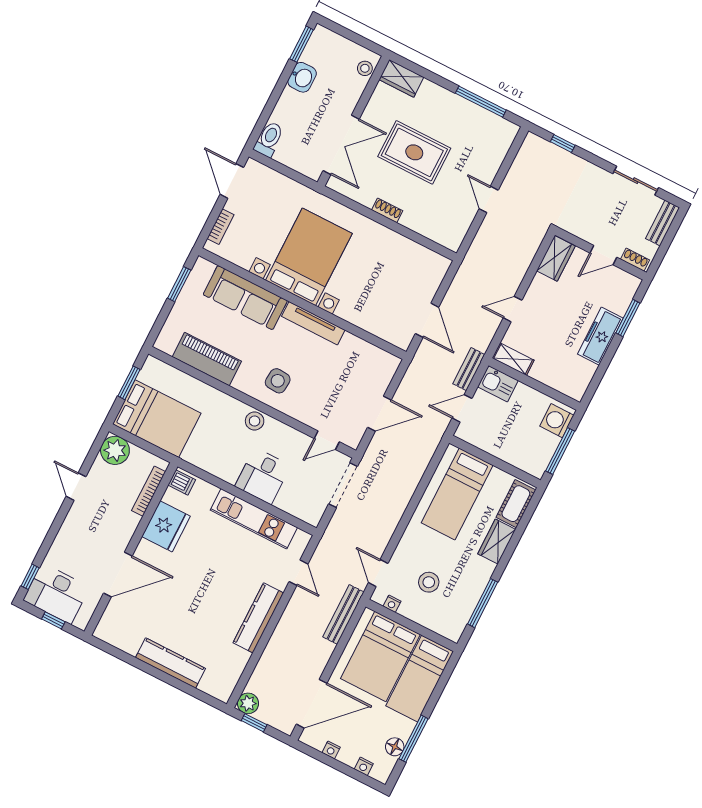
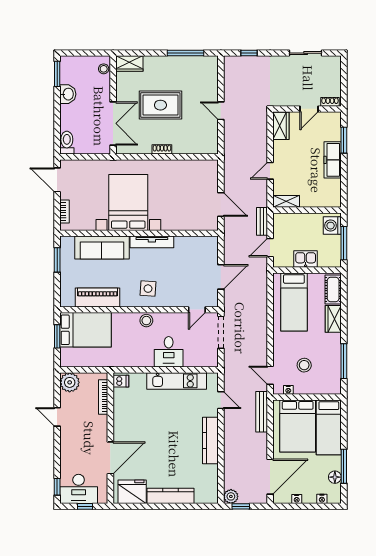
bench: (663, 223) -> (335, 71), removed
kitchen sink: (498, 384) -> (306, 259), moved, turned 180
bed: (157, 419) -> (85, 330), moved
fridge: (166, 526) -> (132, 492), moved, turned -90

